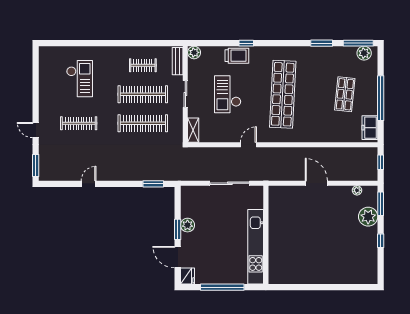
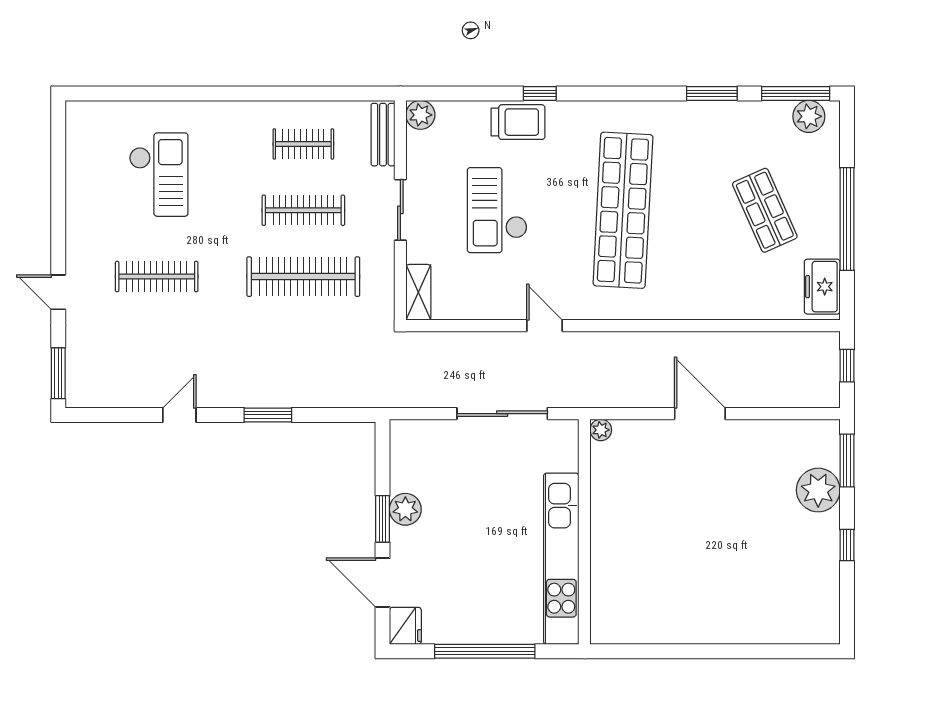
clothes rail: (143, 94) -> (303, 210), width x0.73, depth x0.76
shop shelf: (345, 94) -> (765, 210), turned -30
door: (248, 145) -> (545, 326), hinge flipped
window: (153, 184) -> (268, 415), moved
plant: (357, 190) -> (601, 430), moved

